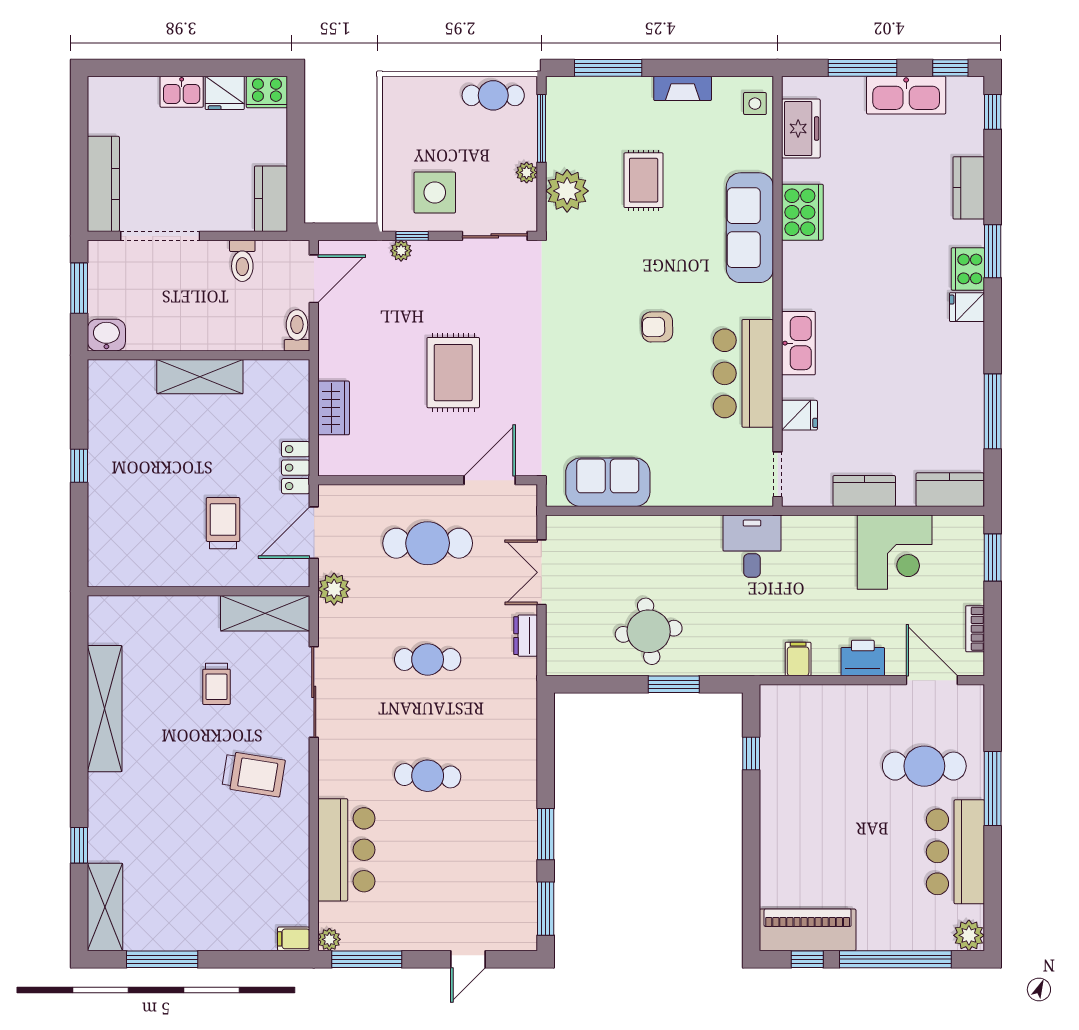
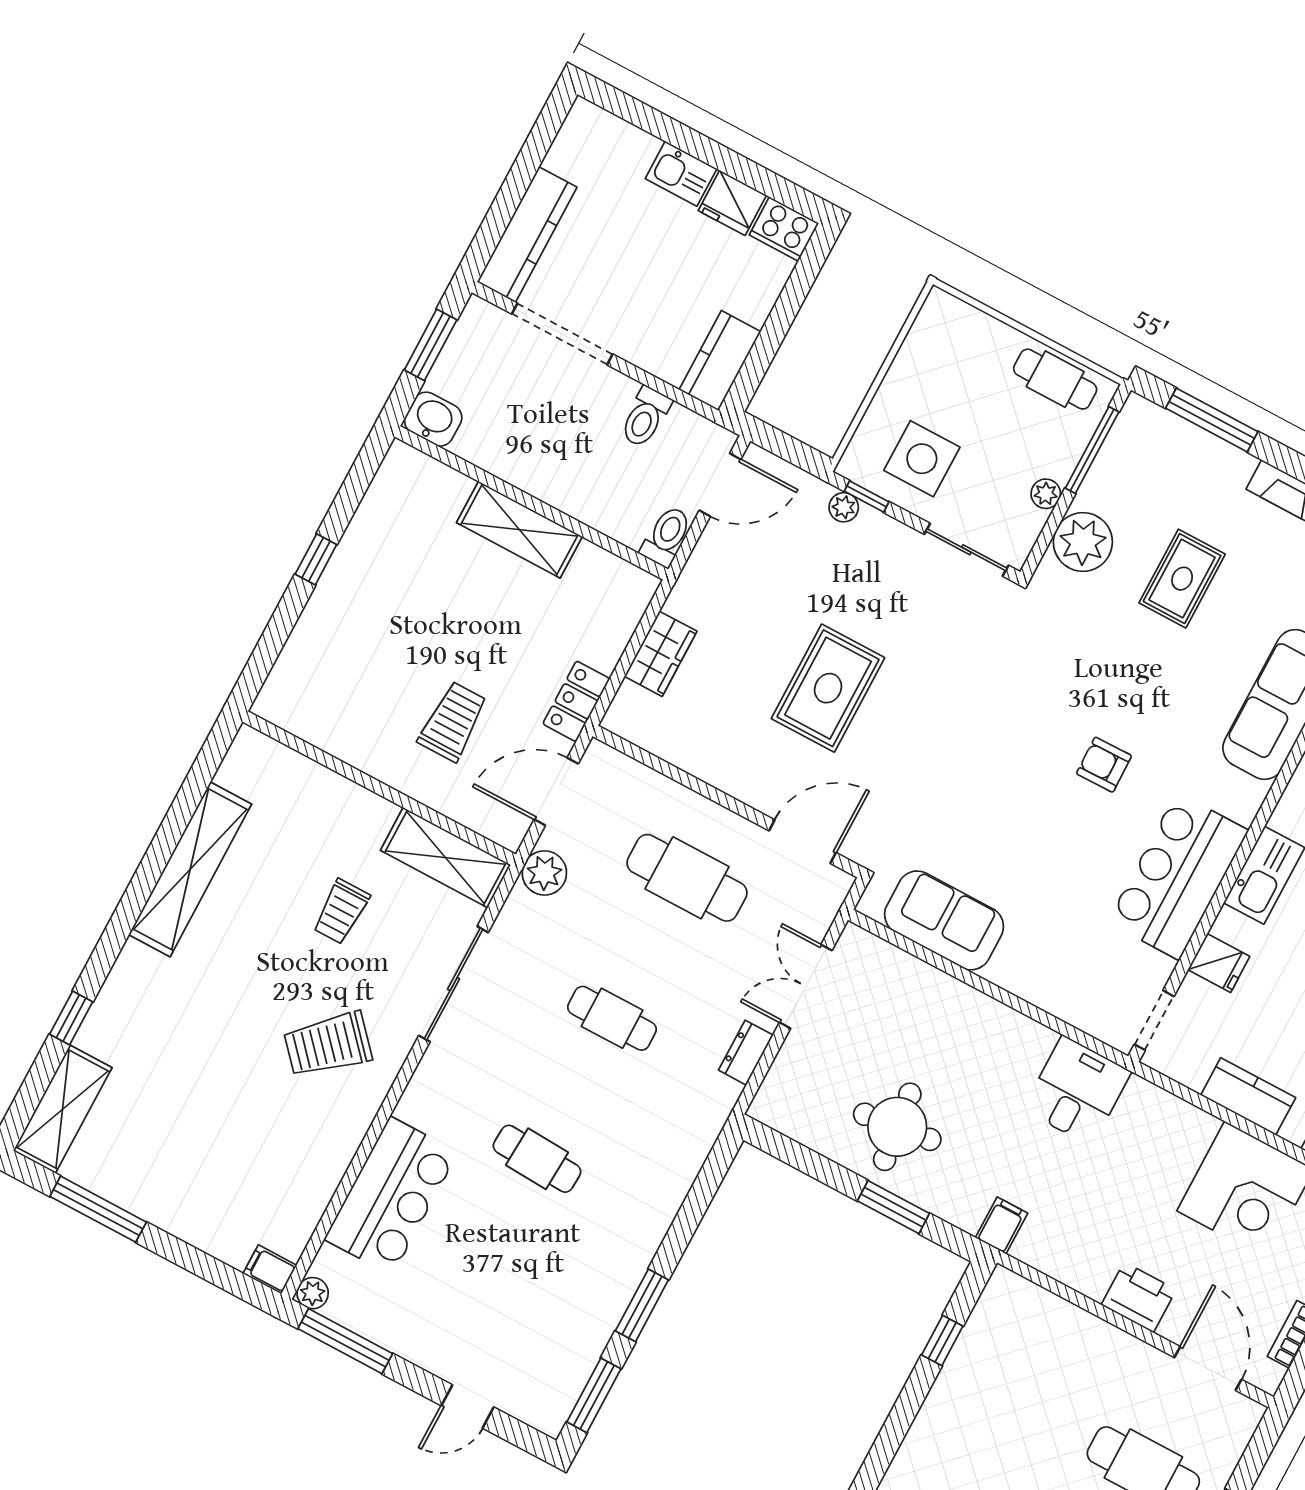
filing cabinet: (798, 659) -> (1001, 1225), moved
trolley: (254, 774) -> (328, 1044), turned 129

